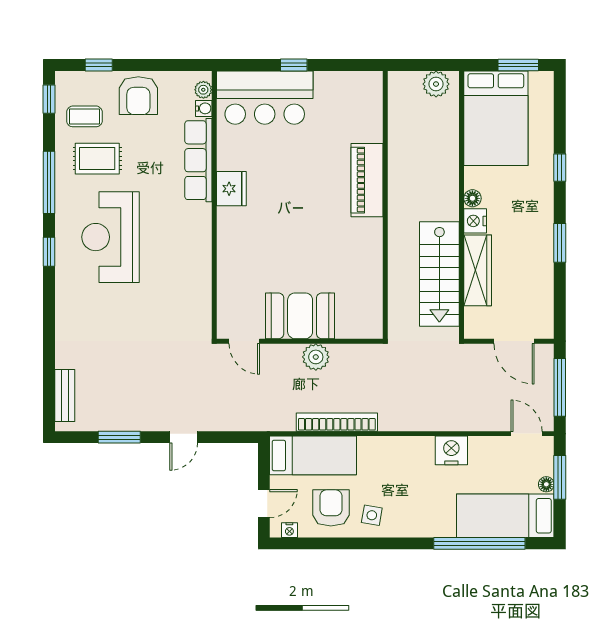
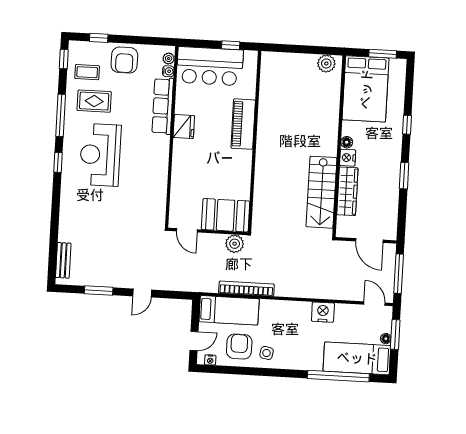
piano: (367, 180) -> (243, 124), moved
wall: (385, 205) -> (255, 142), moved

